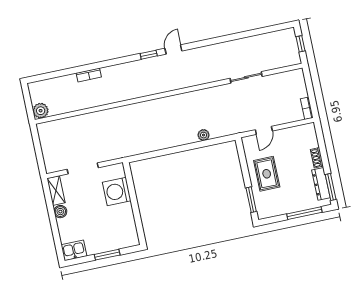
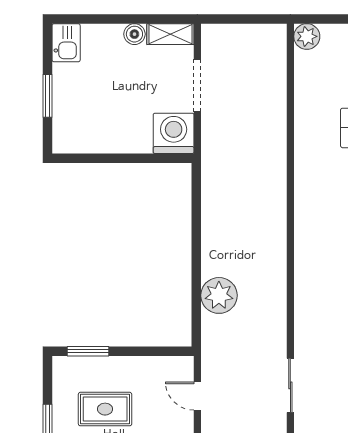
plant: (204, 135) -> (219, 295), width x1.88, depth x1.88
rug: (267, 174) -> (105, 409), moved
washing machine: (117, 191) -> (174, 133), moved

